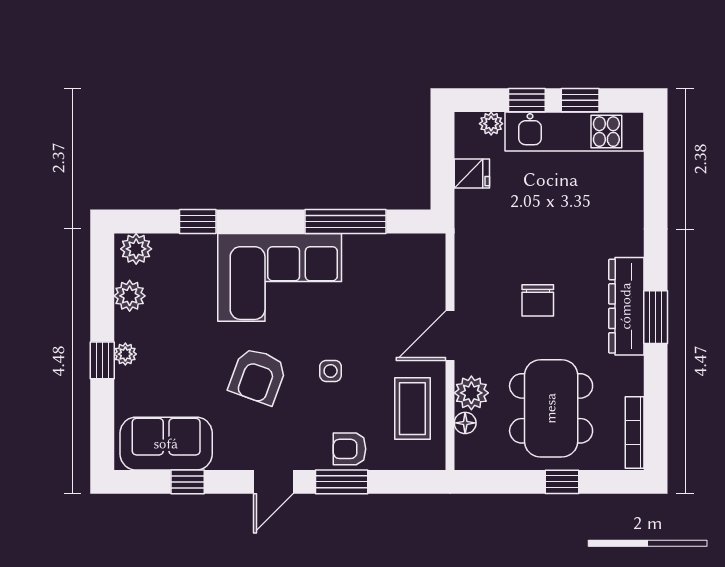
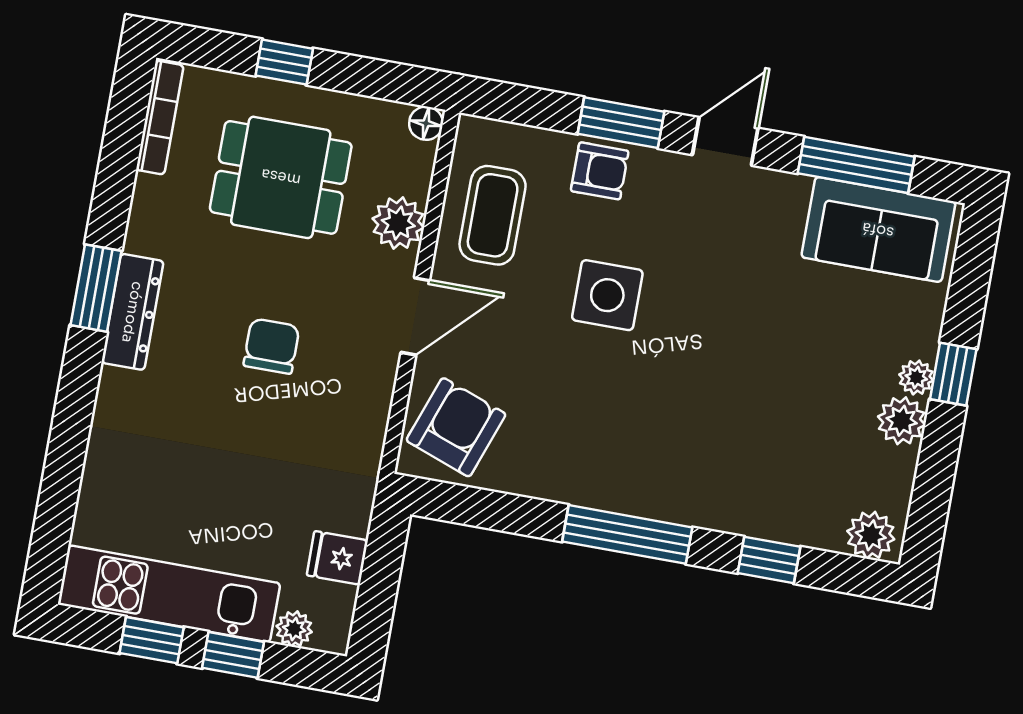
window: (345, 221) -> (627, 534), moved
corner sofa: (280, 277) -> (659, 452), removed
plant: (130, 296) -> (902, 421), moved
dresser: (626, 306) -> (132, 312), width x0.73, depth x0.80
side table: (331, 371) -> (607, 295), width x1.87, depth x1.87
armchair: (258, 376) -> (456, 427), moved
dining table: (551, 408) -> (281, 177), width x0.73
floor lamp: (465, 423) -> (426, 123), moved
window: (188, 482) -> (856, 165), width x2.17

